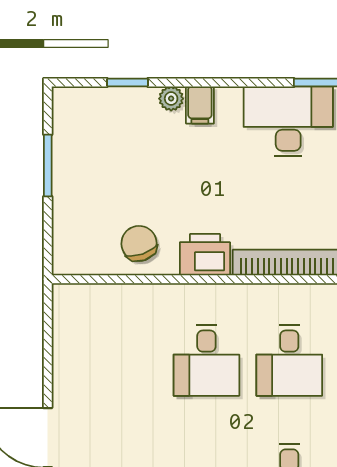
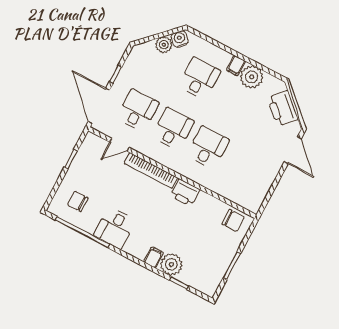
plant: (171, 99) -> (171, 264), width x1.87, depth x1.87
desk: (288, 121) -> (115, 228), width x0.73
chair: (139, 243) -> (233, 220), moved, turned -71

